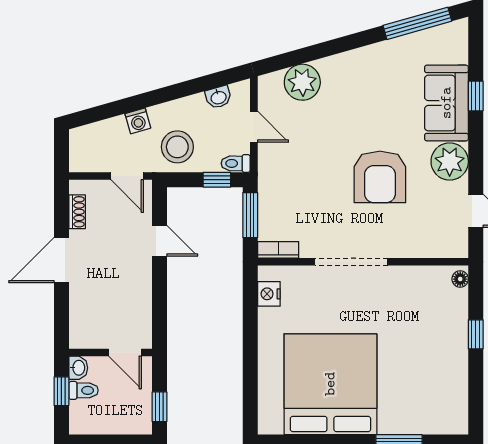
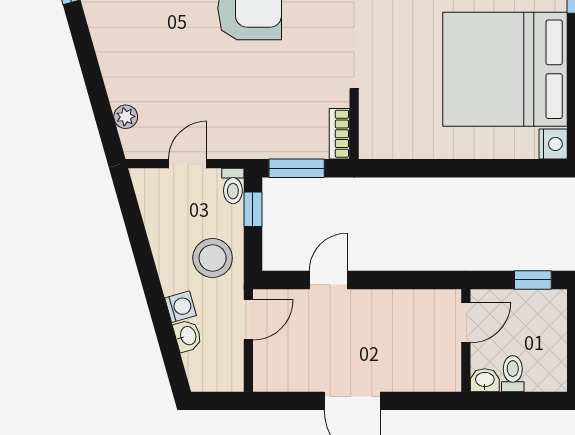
plant: (302, 82) -> (126, 117), width x0.53, depth x0.53
washbasin: (218, 97) -> (188, 336), moved
shoe rack: (77, 212) -> (293, 382), removed
nightstand: (269, 294) -> (553, 144), moved, turned -90
window: (61, 391) -> (514, 401), removed

